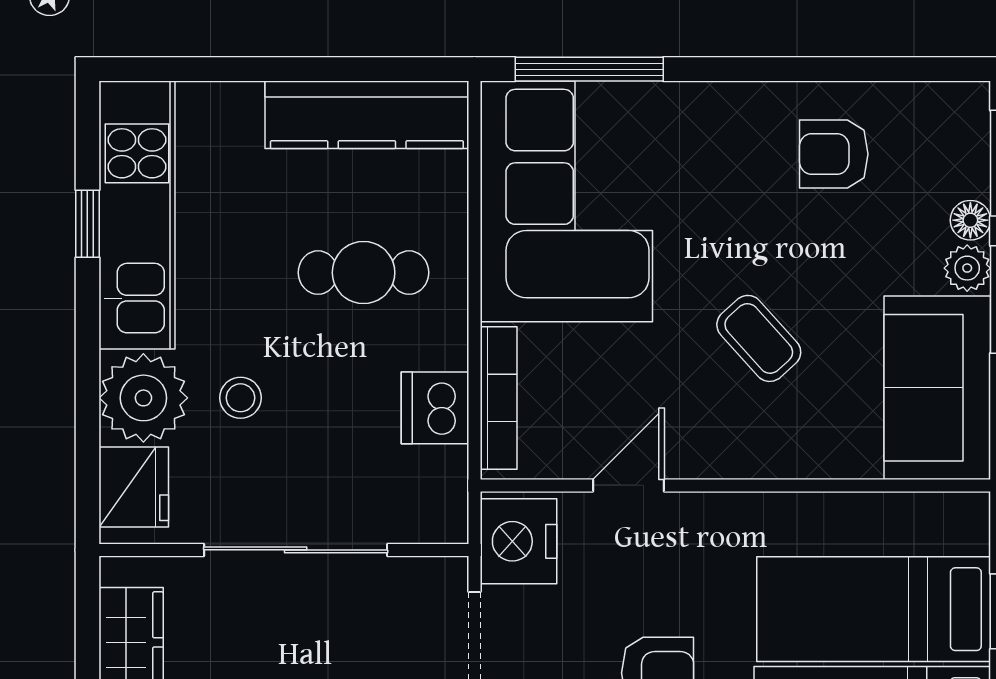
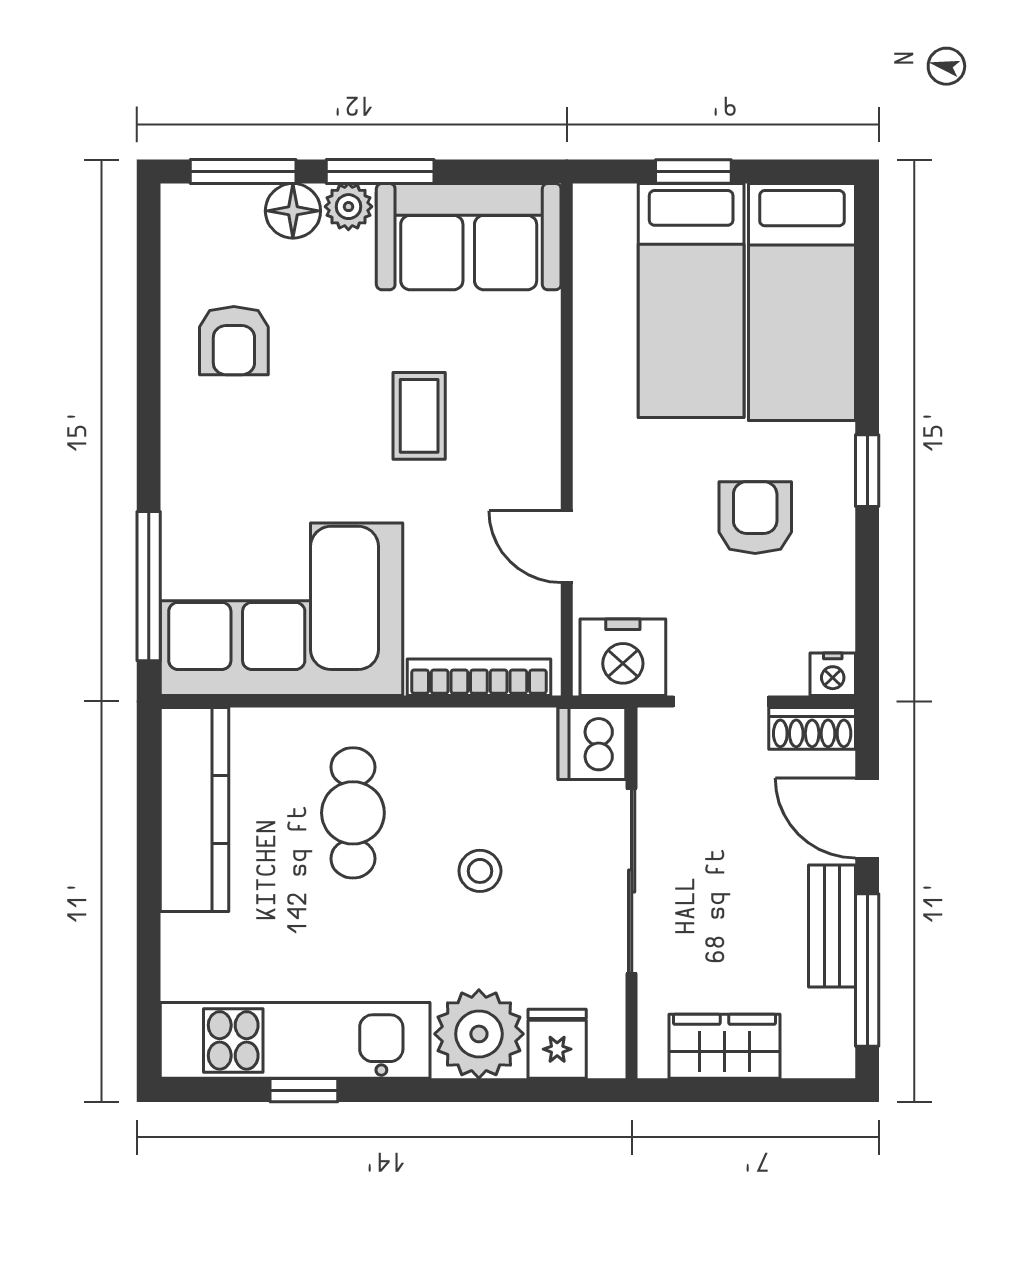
floor lamp: (970, 220) -> (293, 211), width x1.37, depth x1.37
coffee table: (759, 338) -> (419, 416), turned -48
stool: (241, 398) -> (480, 871), moved
dishwasher: (435, 408) -> (592, 743), moved, turned 90
fridge: (134, 487) -> (557, 1044), width x0.72

